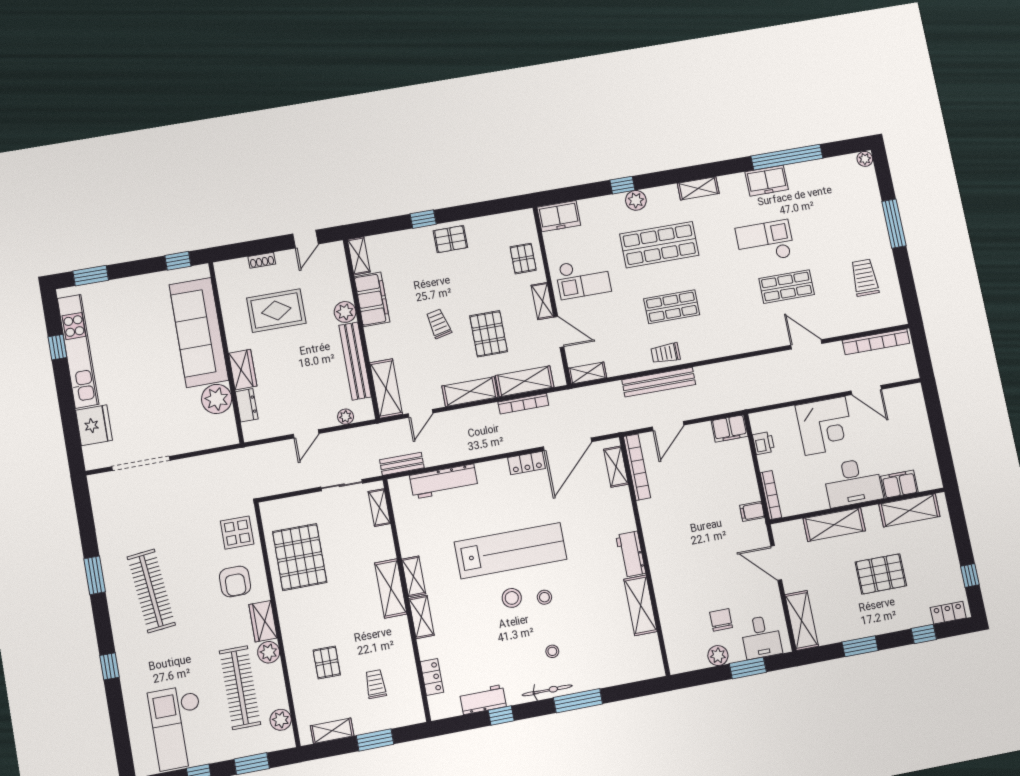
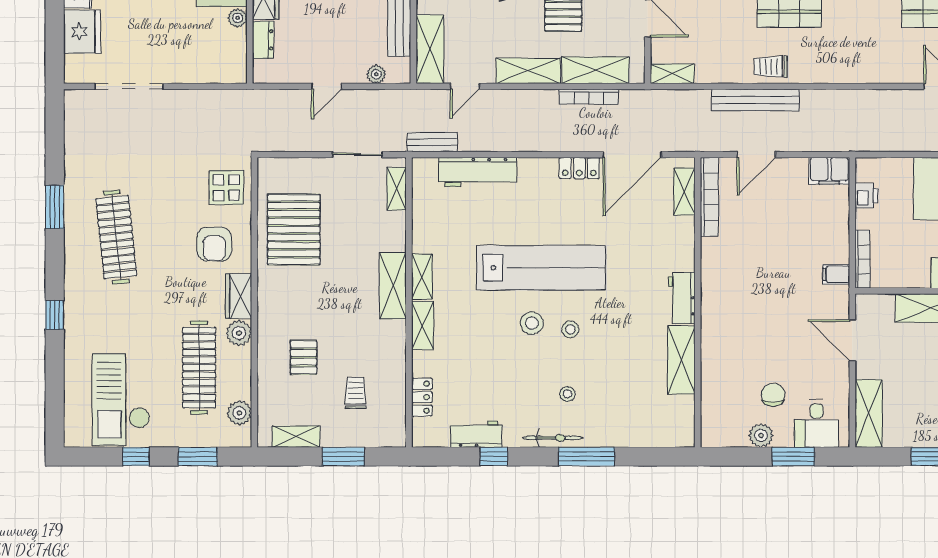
plant: (217, 399) -> (238, 18), width x0.53, depth x0.53

